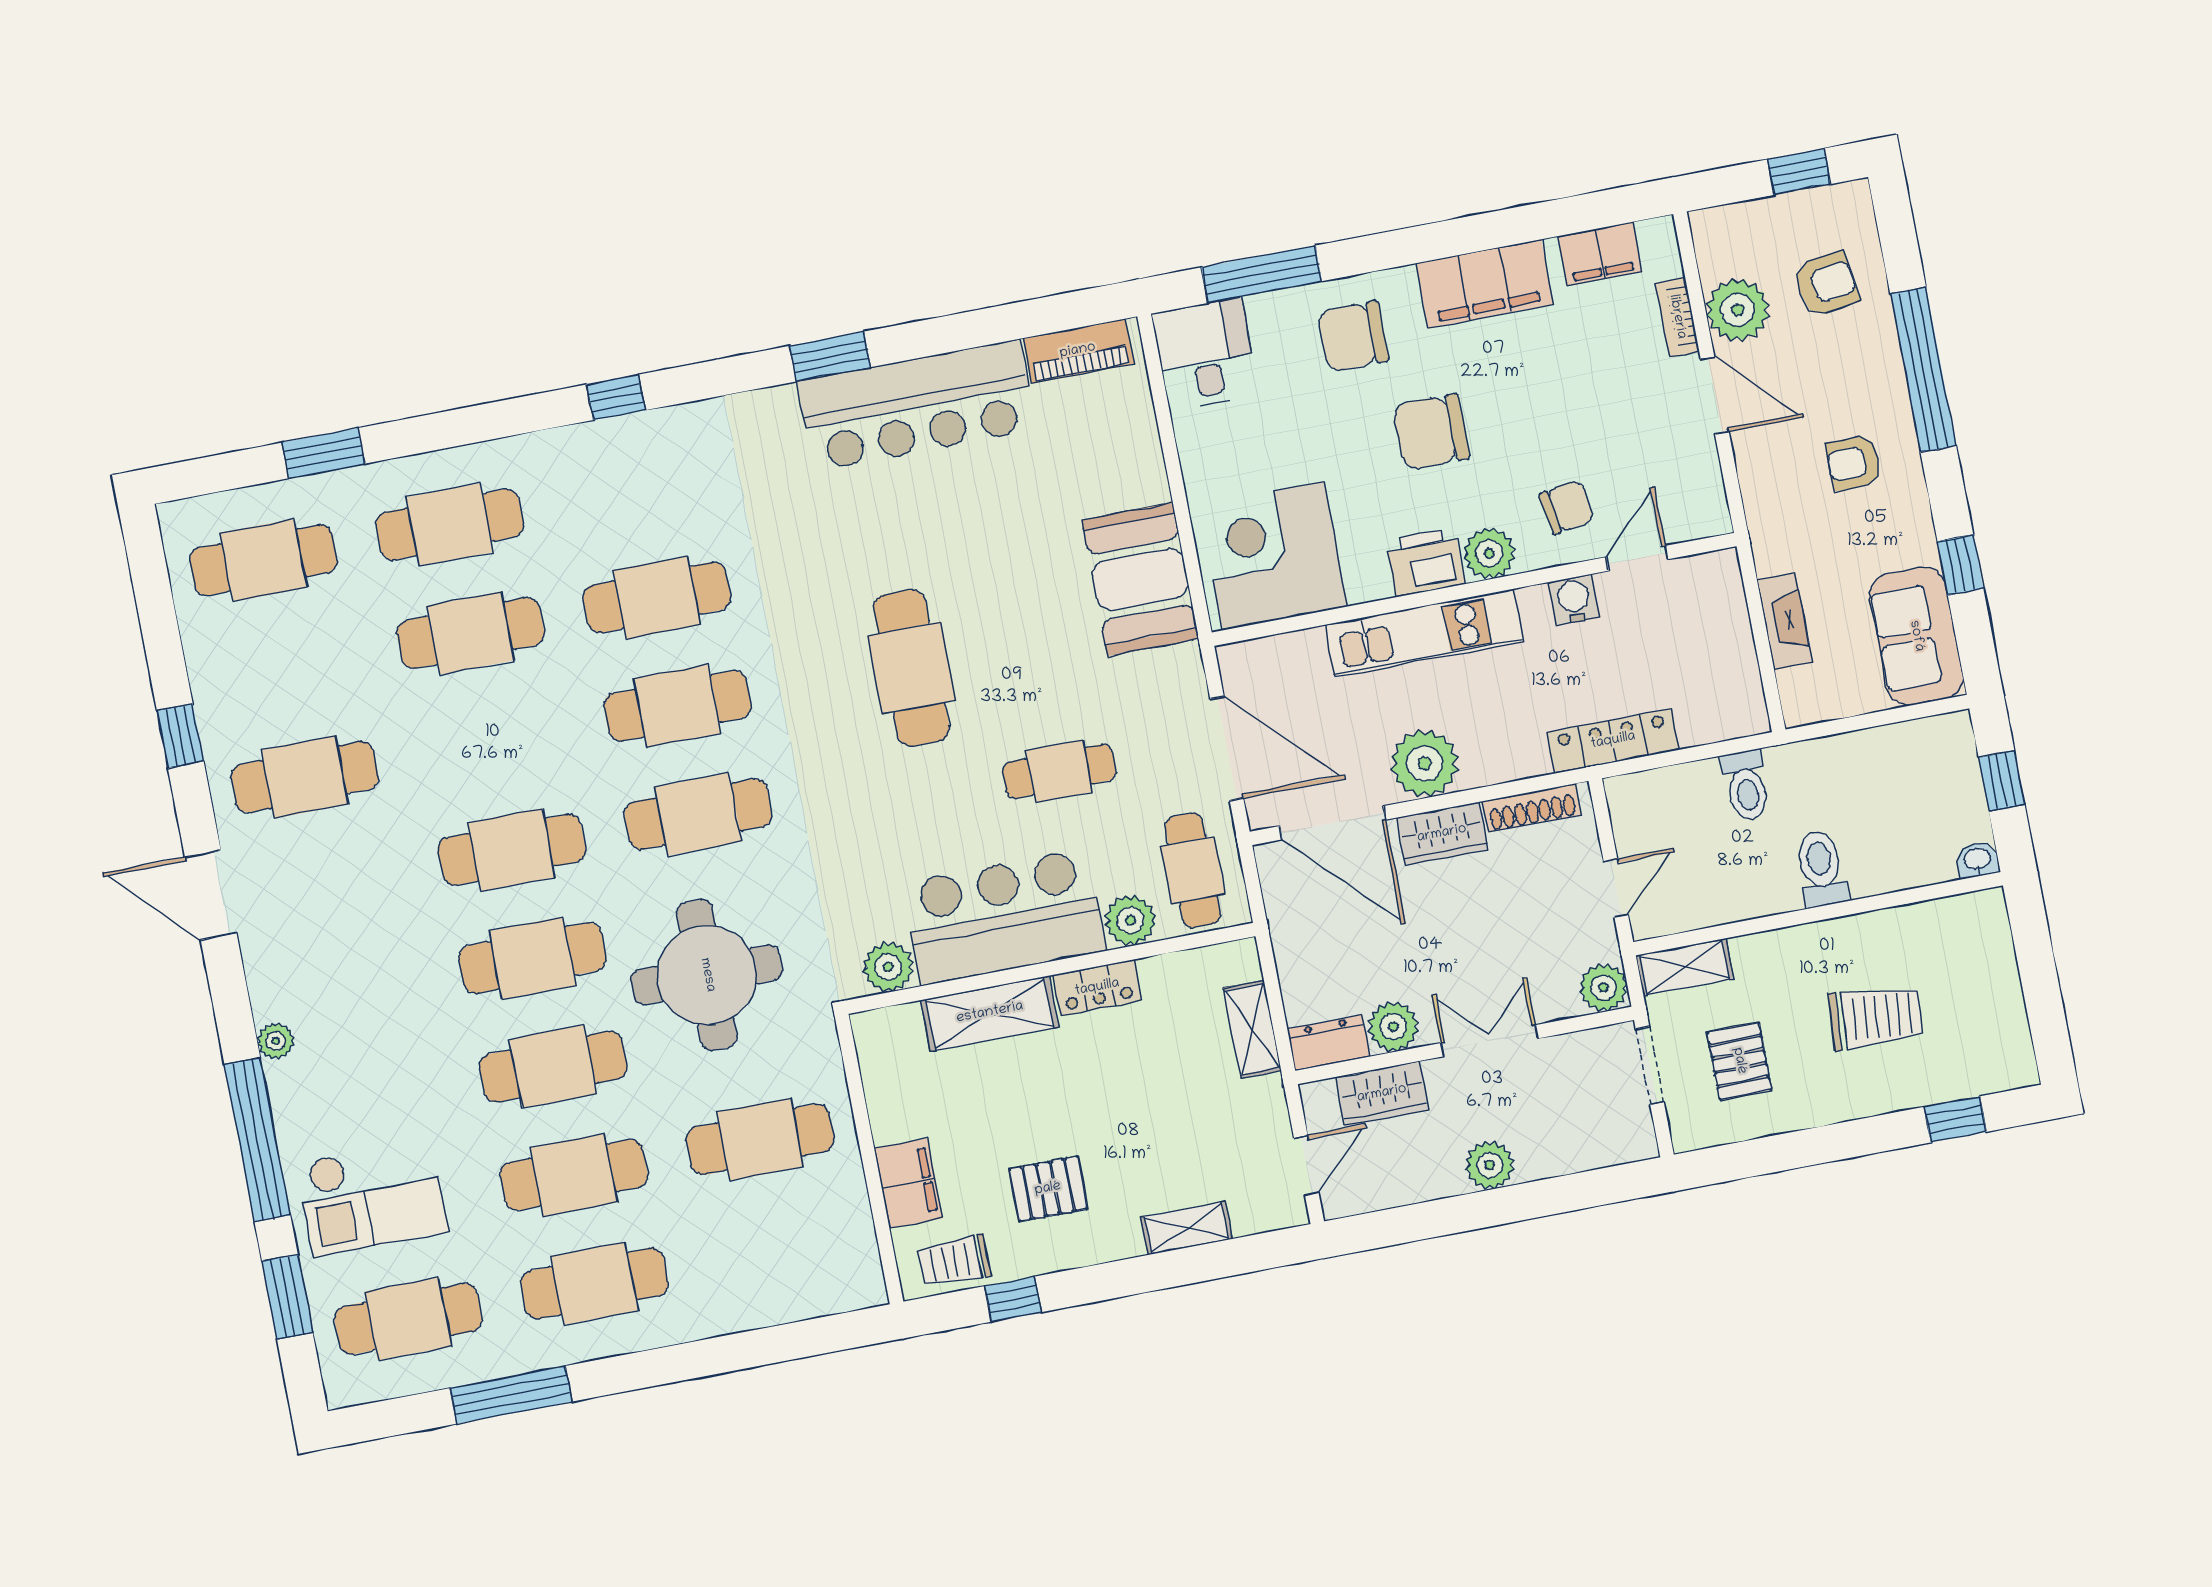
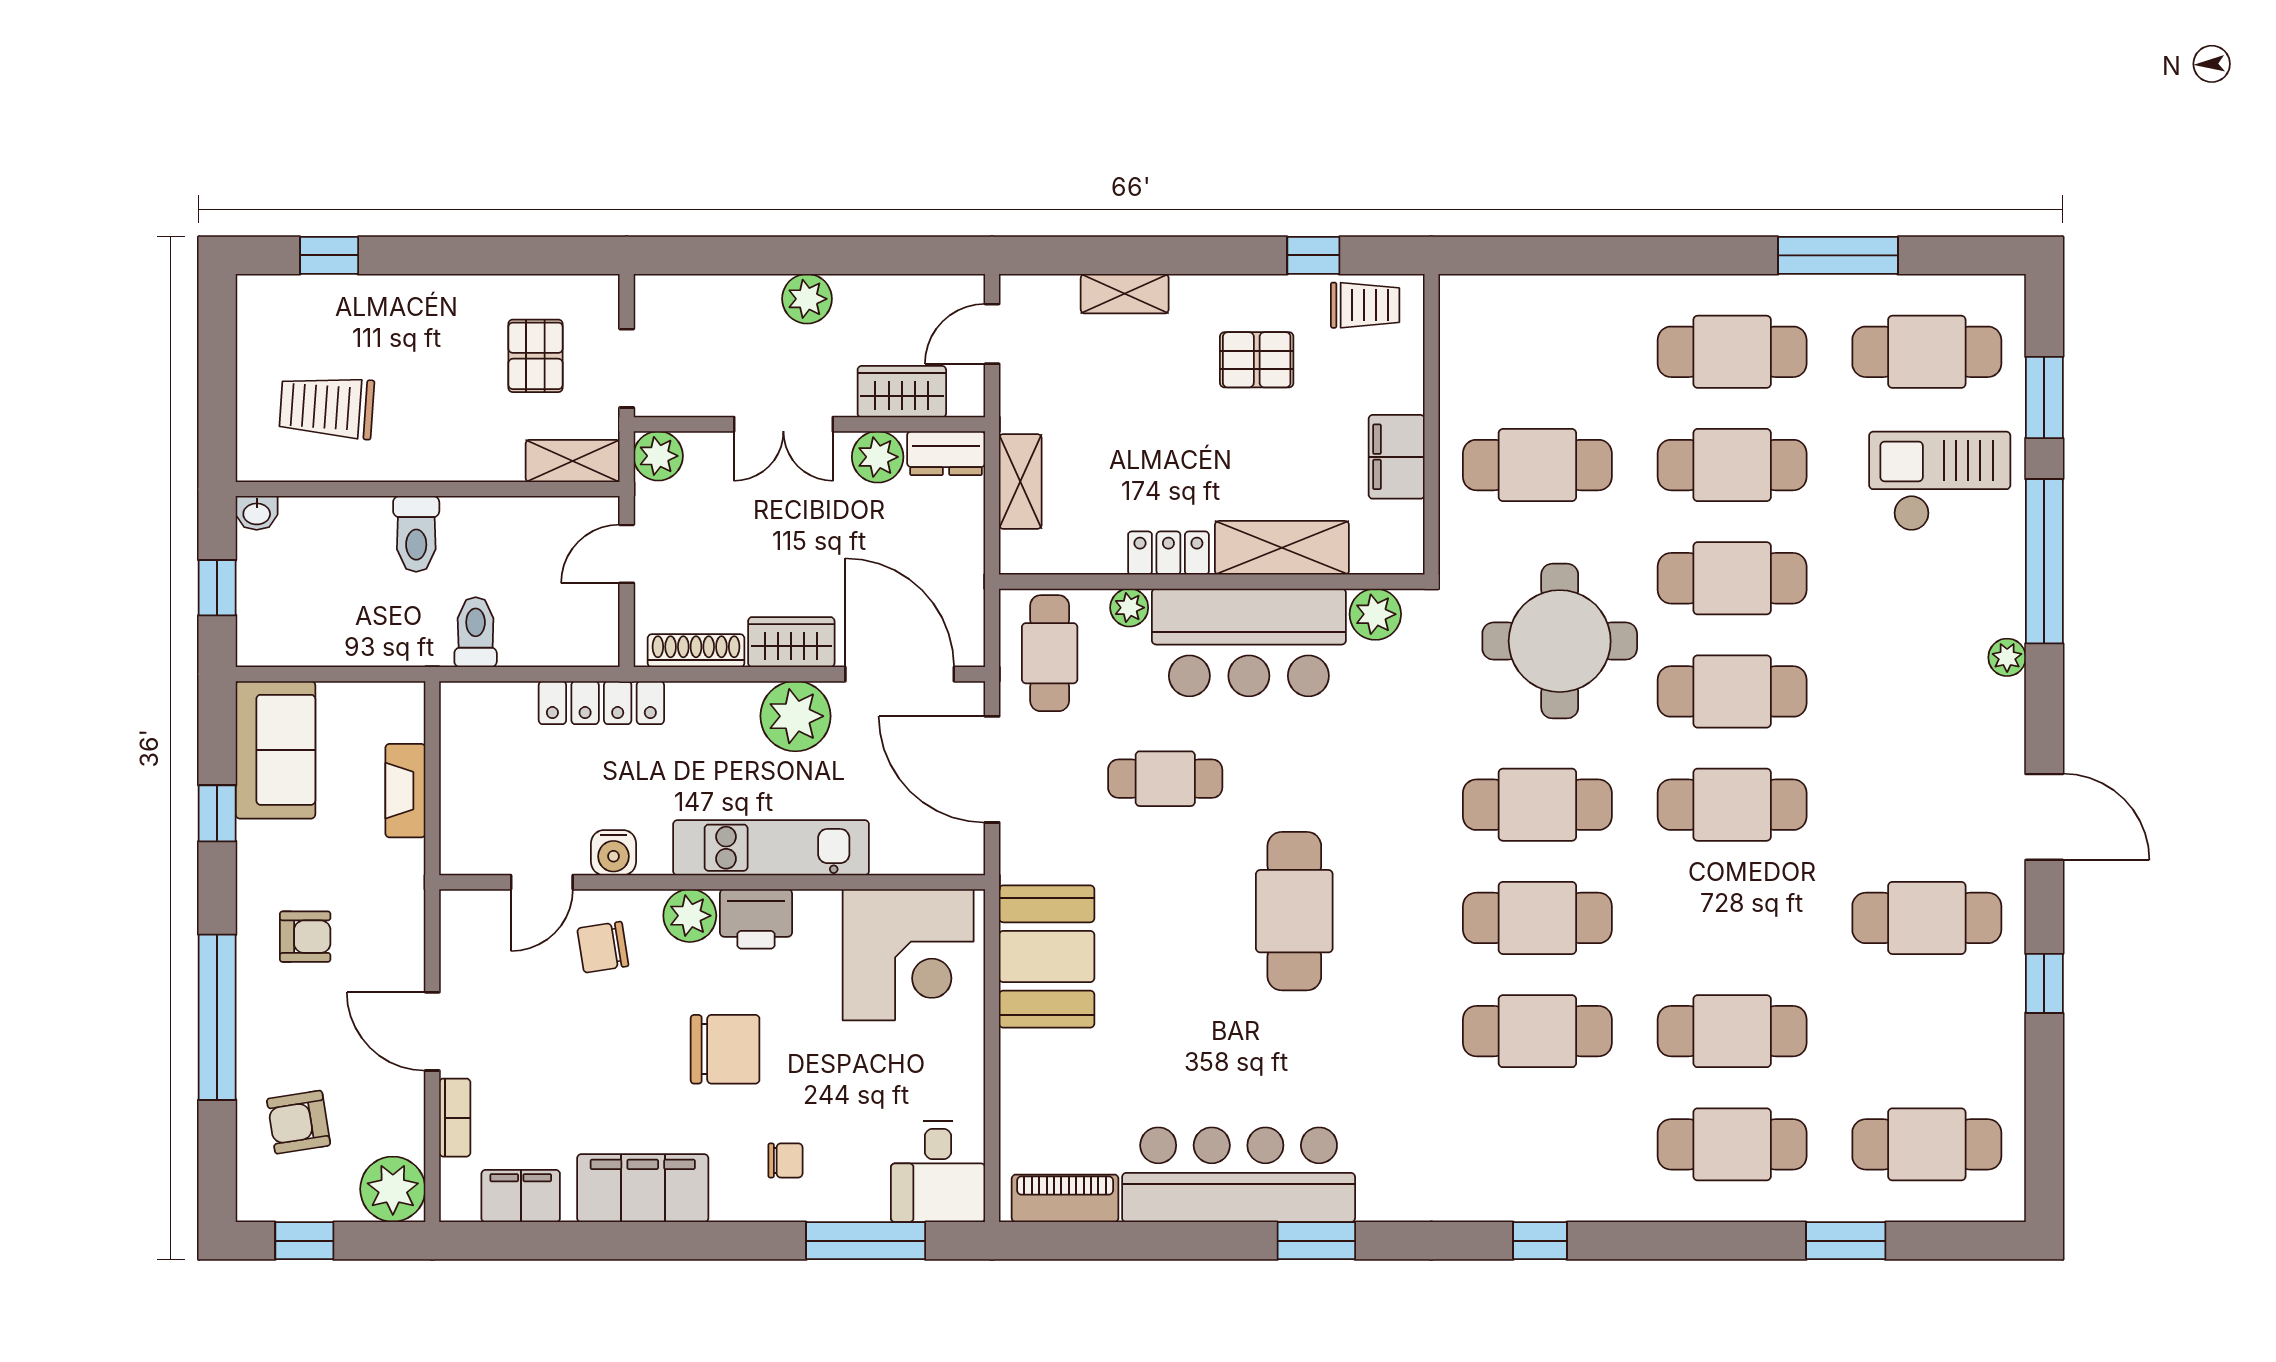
plant: (1738, 310) -> (393, 1189), moved
chair: (1353, 336) -> (785, 1160), width x0.54, depth x0.54
plant: (1130, 920) -> (1129, 608), width x0.73, depth x0.73
trolley: (1876, 1017) -> (327, 407), moved
filing cabinet: (908, 1183) -> (1397, 457), moved

